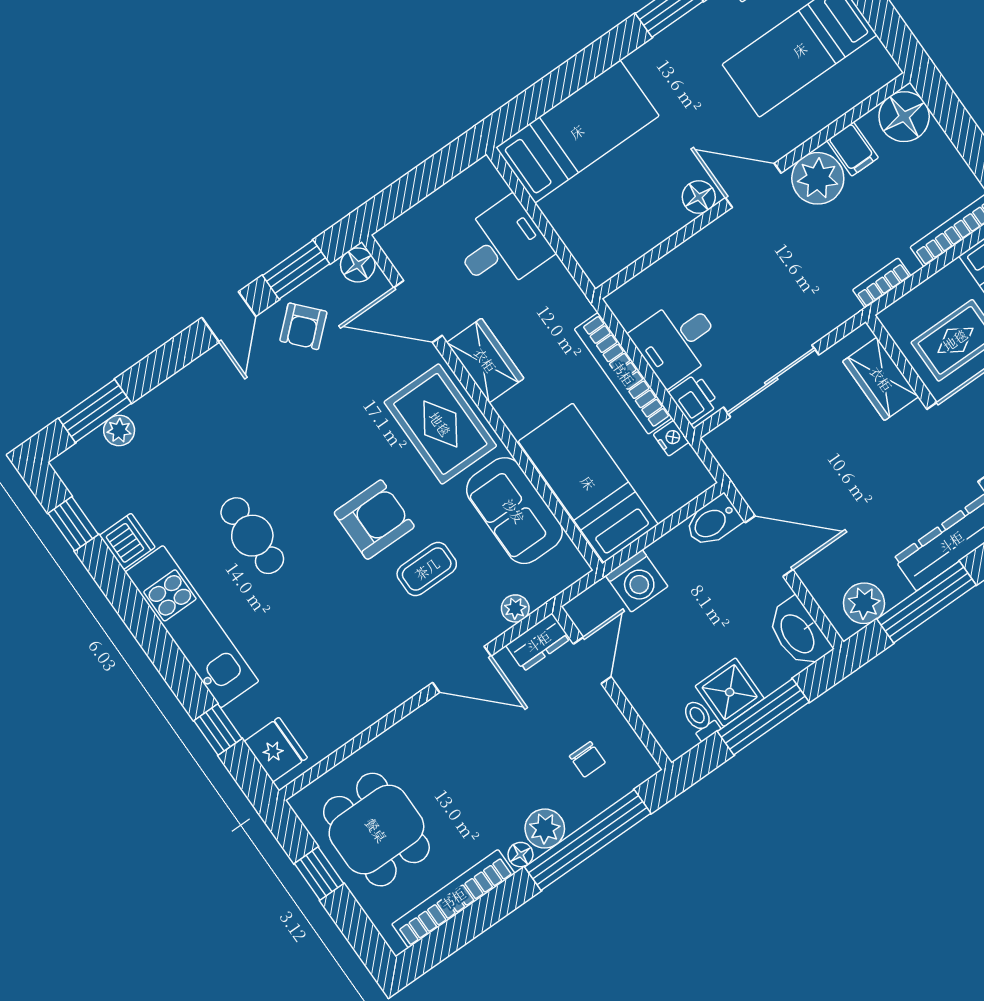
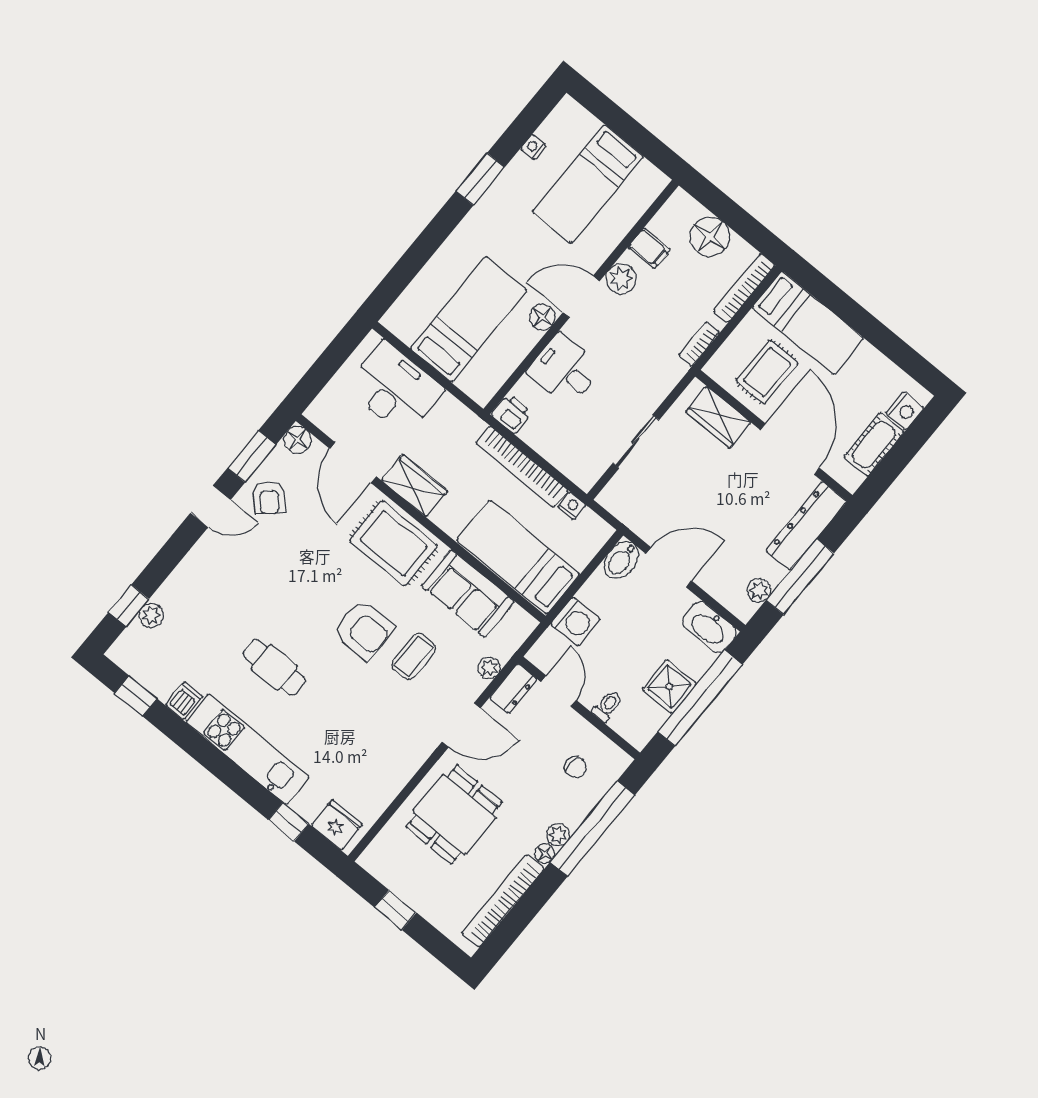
floor lamp: (904, 117) -> (710, 237), moved
bed: (577, 132) -> (469, 319), moved
plant: (818, 178) -> (621, 279), width x0.73, depth x0.73
desk: (502, 246) -> (395, 388), width x1.37
door: (418, 311) -> (353, 463), hinge flipped
door: (229, 317) -> (211, 506), hinge flipped
desk: (677, 341) -> (564, 370), moved, turned 90
sliding door: (771, 381) -> (636, 442), width x0.73
printer: (694, 399) -> (511, 414), moved
window: (95, 411) -> (129, 606), width x0.67
armchair: (374, 520) -> (363, 630), turned 90
dishwasher: (127, 541) -> (184, 701), width x0.73
plant: (864, 603) -> (759, 590), width x0.73, depth x0.73
window: (763, 717) -> (700, 698), width x1.46
toilet: (700, 720) -> (607, 706), moved, turned 90
plant: (545, 829) -> (558, 835), width x0.73, depth x0.73
dining table: (376, 830) -> (454, 815), moved, turned 90

